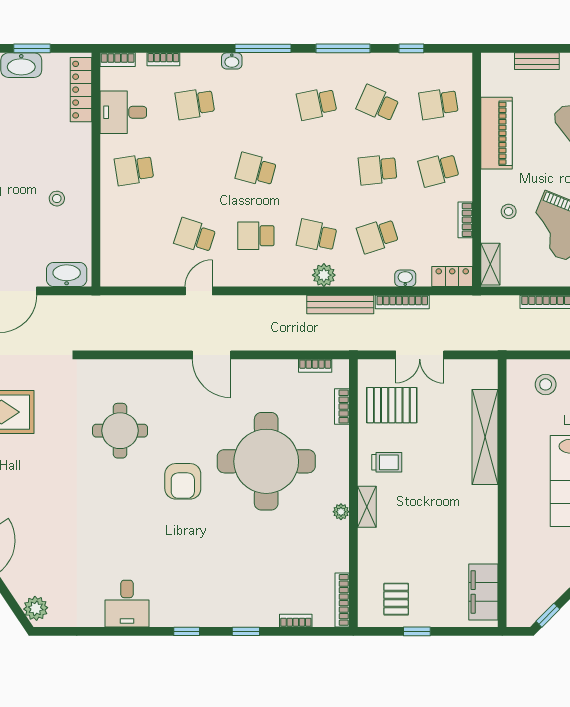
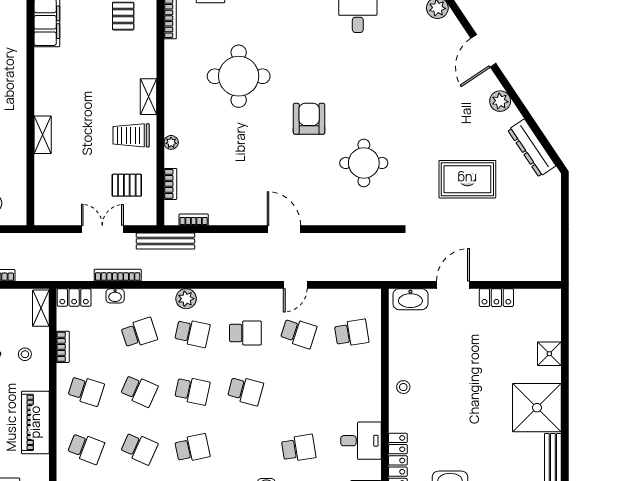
school desk: (439, 104) -> (86, 448), turned 30
school desk: (134, 170) -> (352, 333), moved
school desk: (317, 170) -> (192, 391), added
school desk: (378, 170) -> (139, 391), turned 30
school desk: (439, 170) -> (86, 391), turned 33
stool: (57, 199) -> (403, 387), moved
bench: (340, 305) -> (165, 241), moved
pallet: (392, 405) -> (127, 185), width x0.67, depth x0.71
shelving: (485, 437) -> (43, 135), width x0.45, depth x0.75
round table: (266, 461) -> (239, 76), moved, width x0.73, depth x0.73
trolley: (387, 462) -> (131, 135), width x1.36, depth x1.39
plant: (341, 512) -> (171, 142), moved

